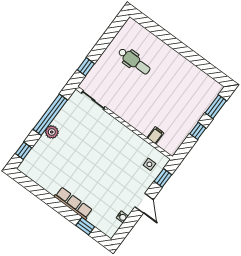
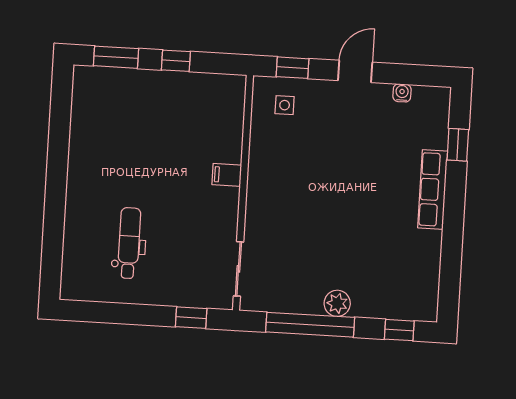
filing cabinet: (155, 135) -> (227, 175), moved

